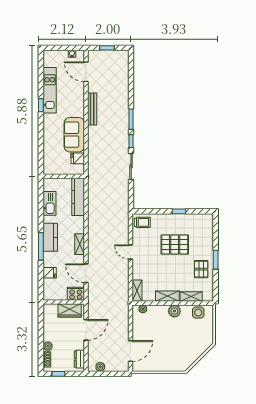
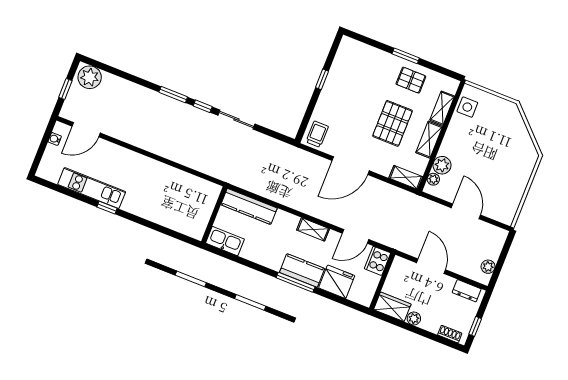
plant: (121, 61) -> (90, 77), added
bench: (92, 109) -> (139, 141), removed
sofa: (74, 135) -> (164, 179), removed
fridge: (78, 158) -> (198, 187), removed
kitchen sink: (50, 203) -> (225, 241), moved
kitchen counter: (50, 237) -> (302, 270), moved
pallet: (175, 244) -> (392, 123), moved
door: (130, 252) -> (351, 166), width x1.88
fridge: (50, 273) -> (337, 282), width x1.88, depth x1.34
wardrobe: (70, 310) -> (392, 307), moved, turned -90
plant: (174, 311) -> (442, 165), moved
plant: (48, 346) -> (414, 319), moved
door: (130, 351) -> (466, 211), moved

